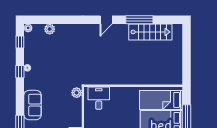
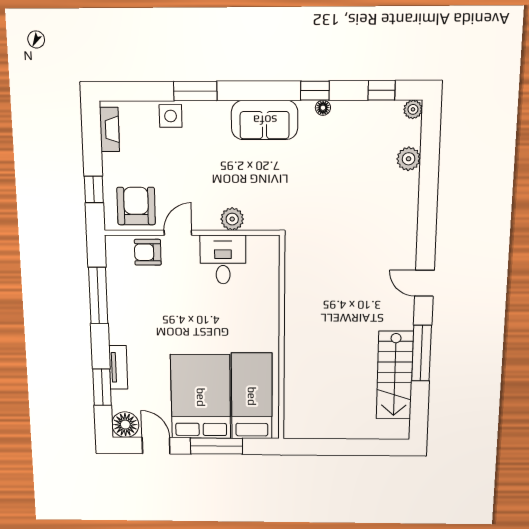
plant: (77, 93) -> (232, 219), moved
desk: (99, 98) -> (223, 260), moved, turned -90
sofa: (33, 105) -> (265, 120), moved

